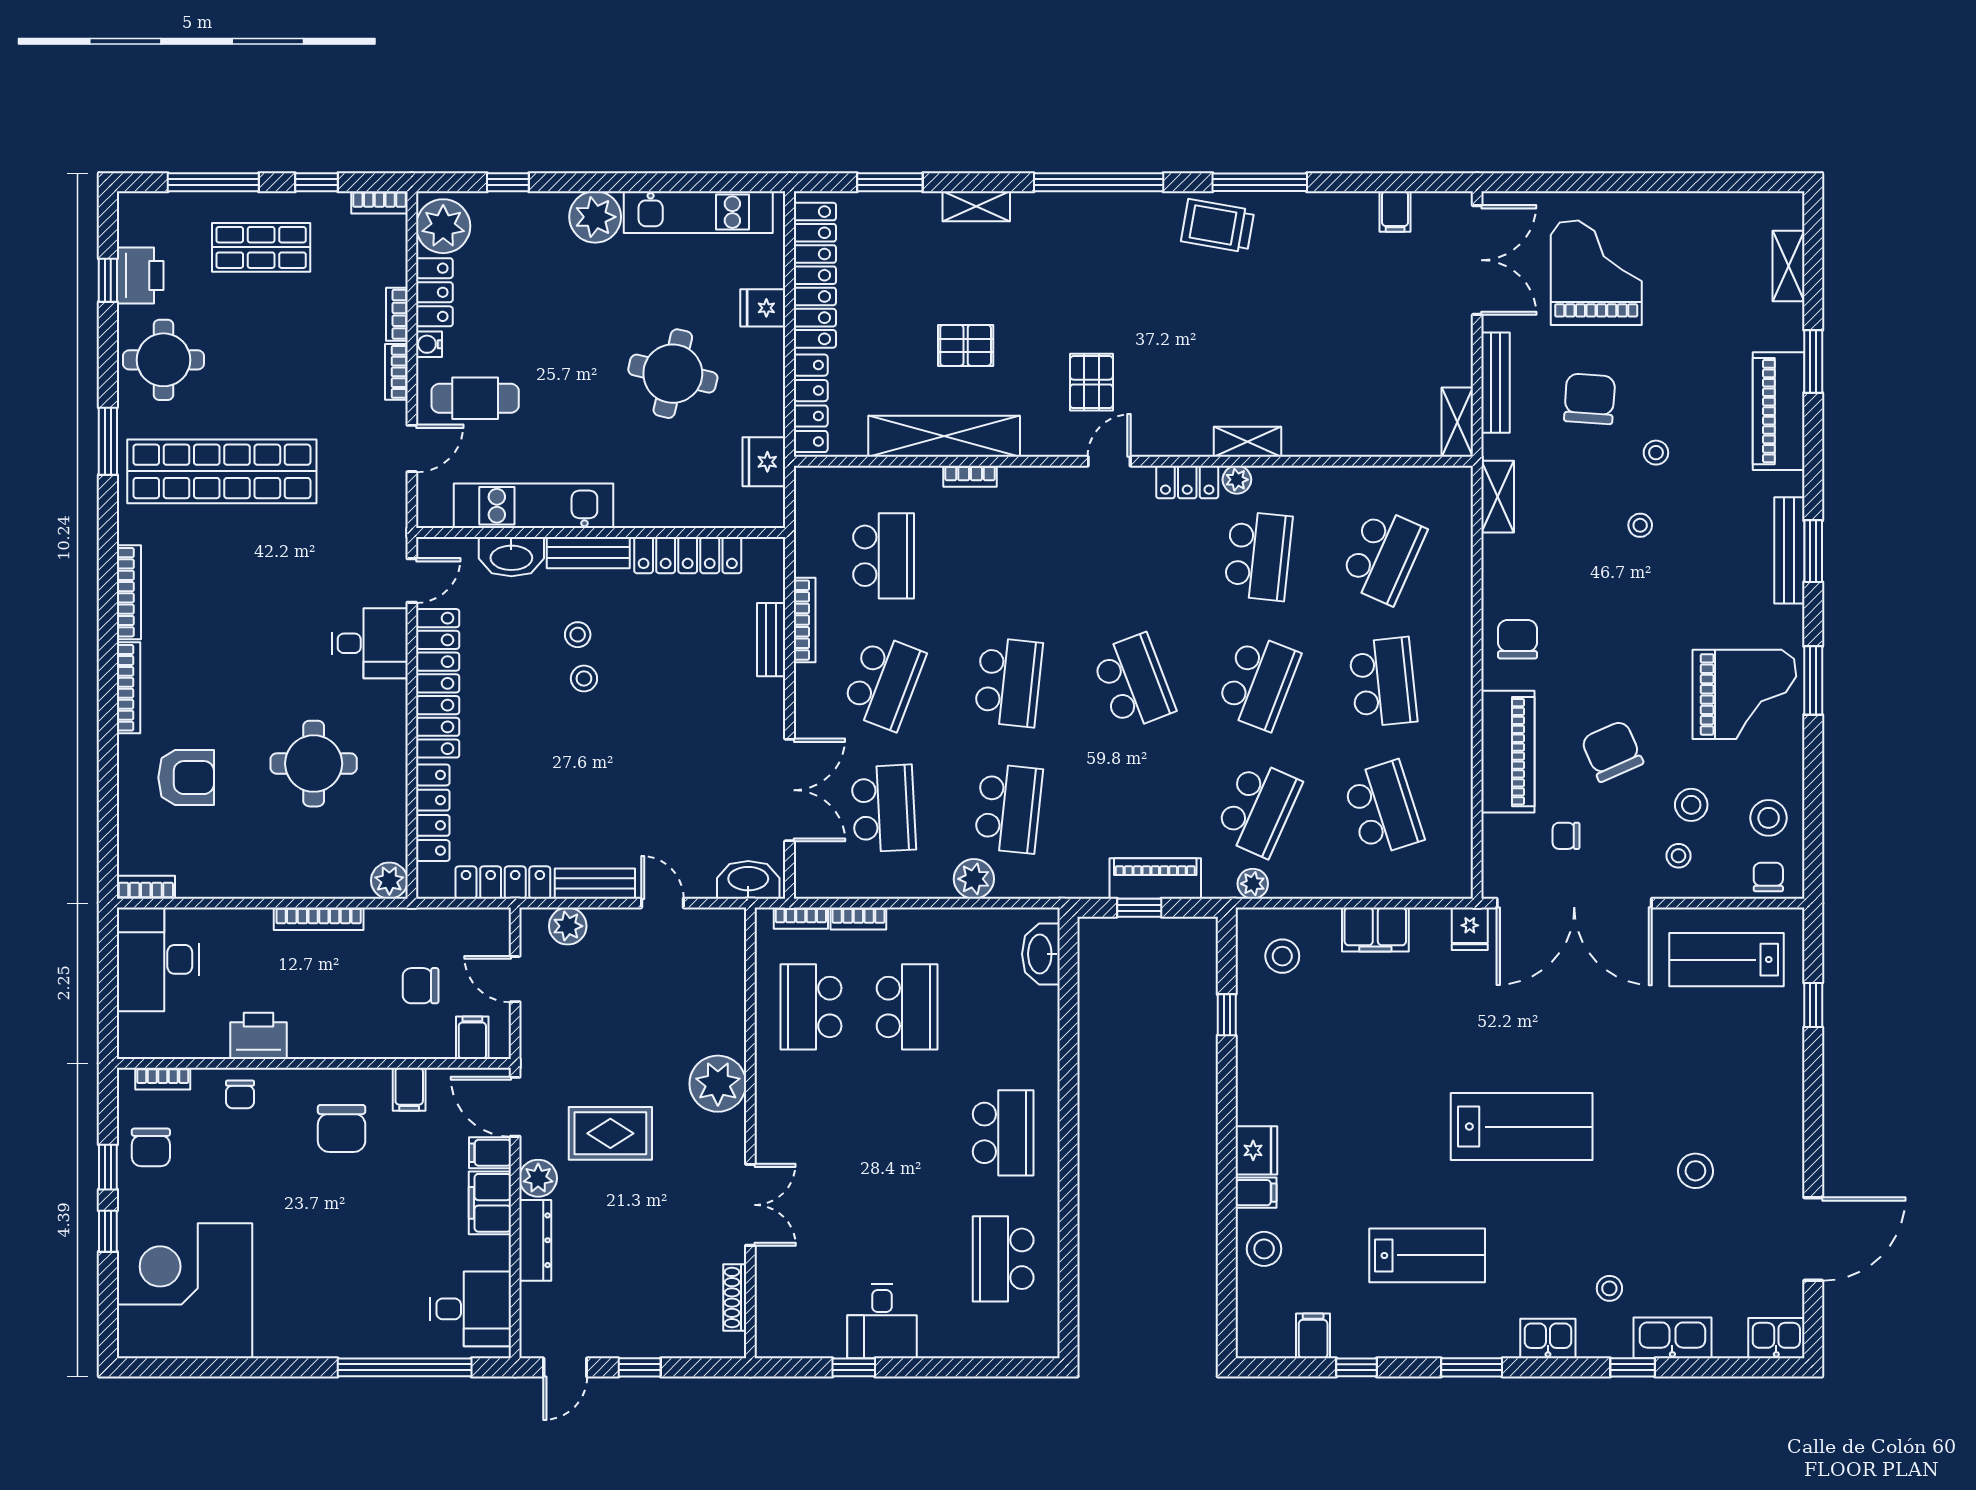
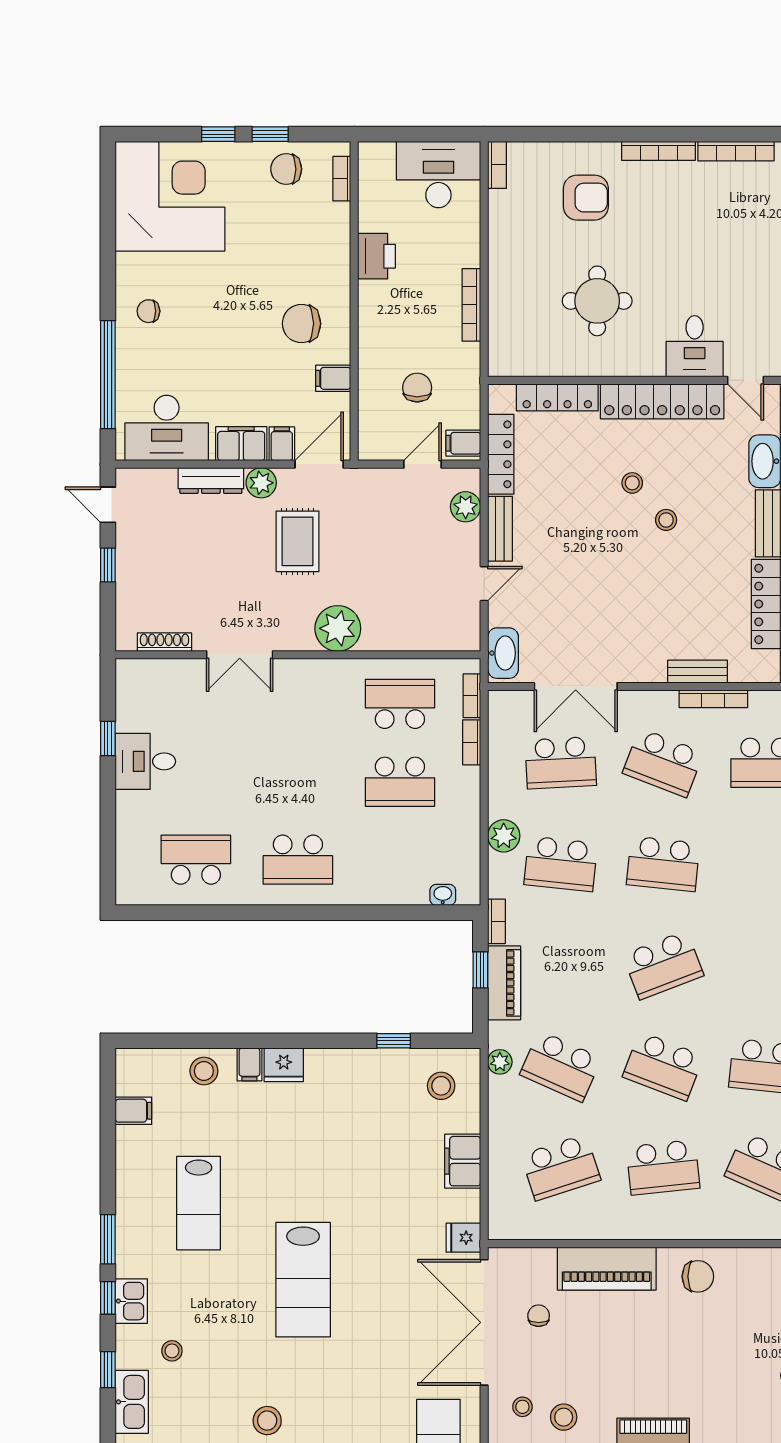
stool: (578, 635) -> (632, 483), moved
chair: (1612, 751) -> (607, 1353), removed
armchair: (186, 778) -> (586, 198), turned -90
plant: (389, 881) -> (502, 362), removed
bookcase: (1079, 888) -> (496, 921), added
washbasin: (1041, 954) -> (443, 895), width x0.52, depth x0.69
filing cabinet: (472, 1038) -> (463, 443), moved, turned 180
chair: (240, 1094) -> (148, 311), moved
desk: (470, 1309) -> (167, 428), width x1.37
window: (1356, 1367) -> (108, 1298), moved

